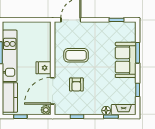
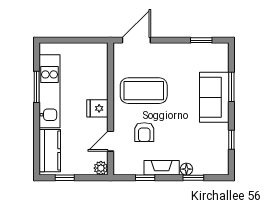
coffee table: (76, 55) -> (144, 91), width x1.36, depth x1.32
door: (53, 91) -> (110, 141), width x0.53
fireplace: (124, 110) -> (162, 168), moved

